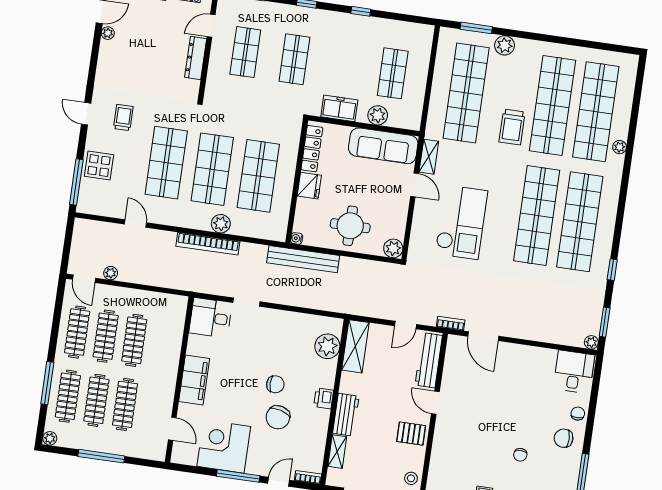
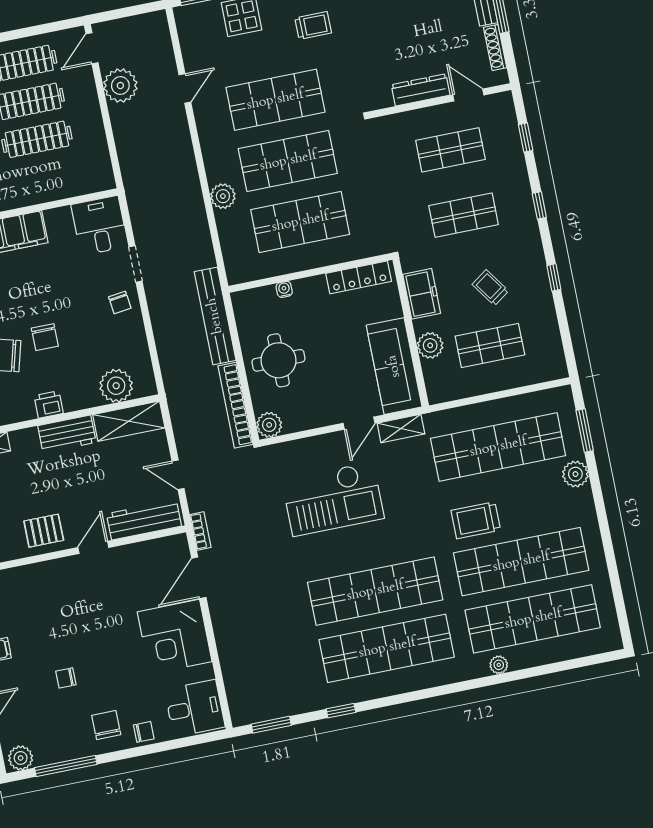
trolley: (352, 59) -> (490, 288), added
fridge: (309, 186) -> (311, 291), removed
water cooler: (297, 238) -> (284, 289), moved
bookcase: (208, 244) -> (236, 405), moved
plant: (111, 273) -> (120, 86), width x1.88, depth x1.88
chair: (270, 323) -> (120, 302), added
plant: (591, 342) -> (240, 717), removed
corner desk: (519, 368) -> (175, 637), added
workbench: (346, 415) -> (67, 434), moved
pallet: (411, 434) -> (44, 531), turned 90

